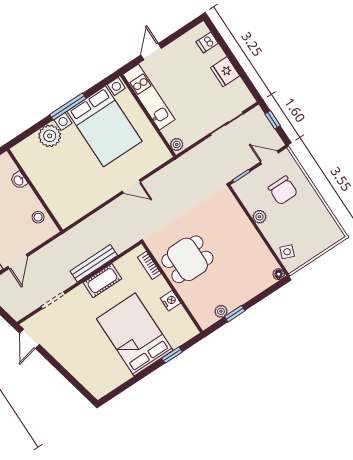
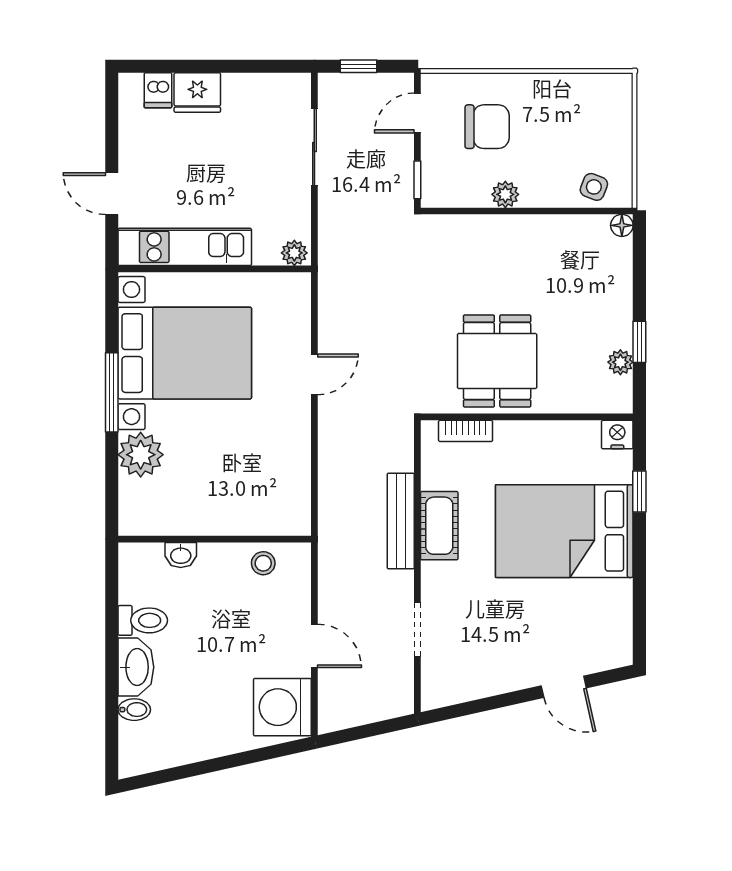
fridge: (225, 72) -> (197, 93), moved
nightstand: (170, 301) -> (617, 435), moved
door: (29, 339) -> (564, 687), moved

